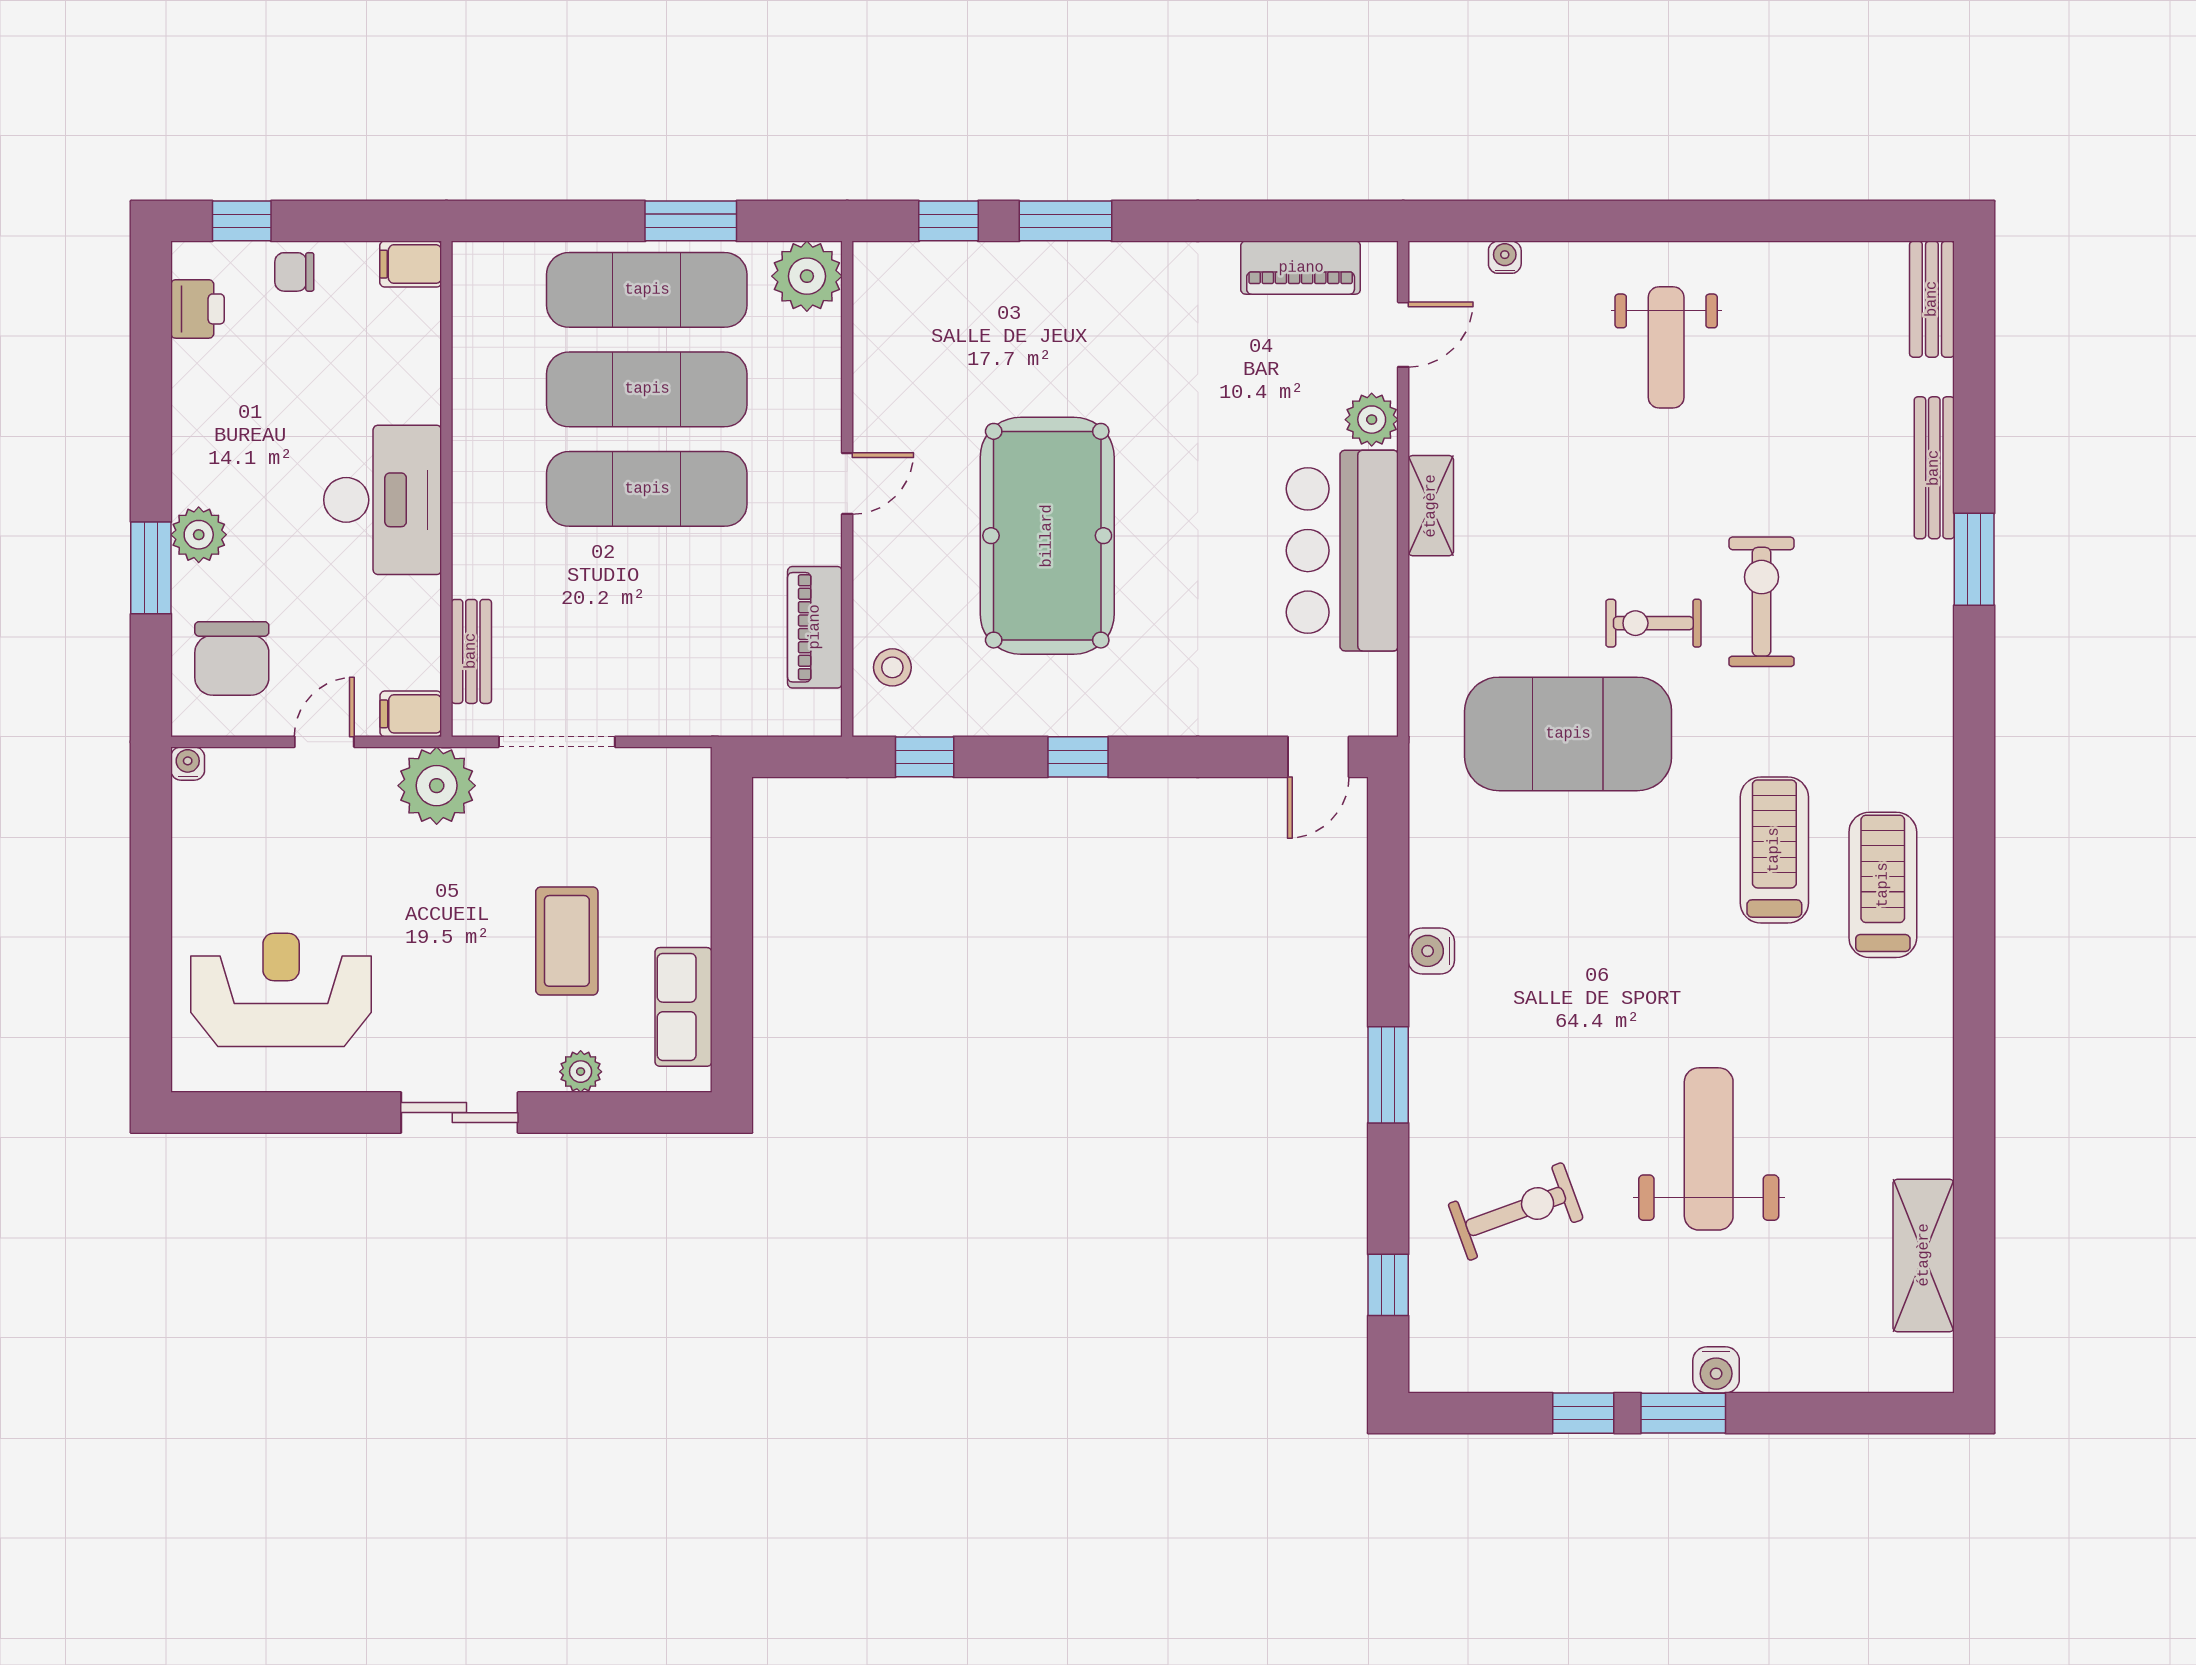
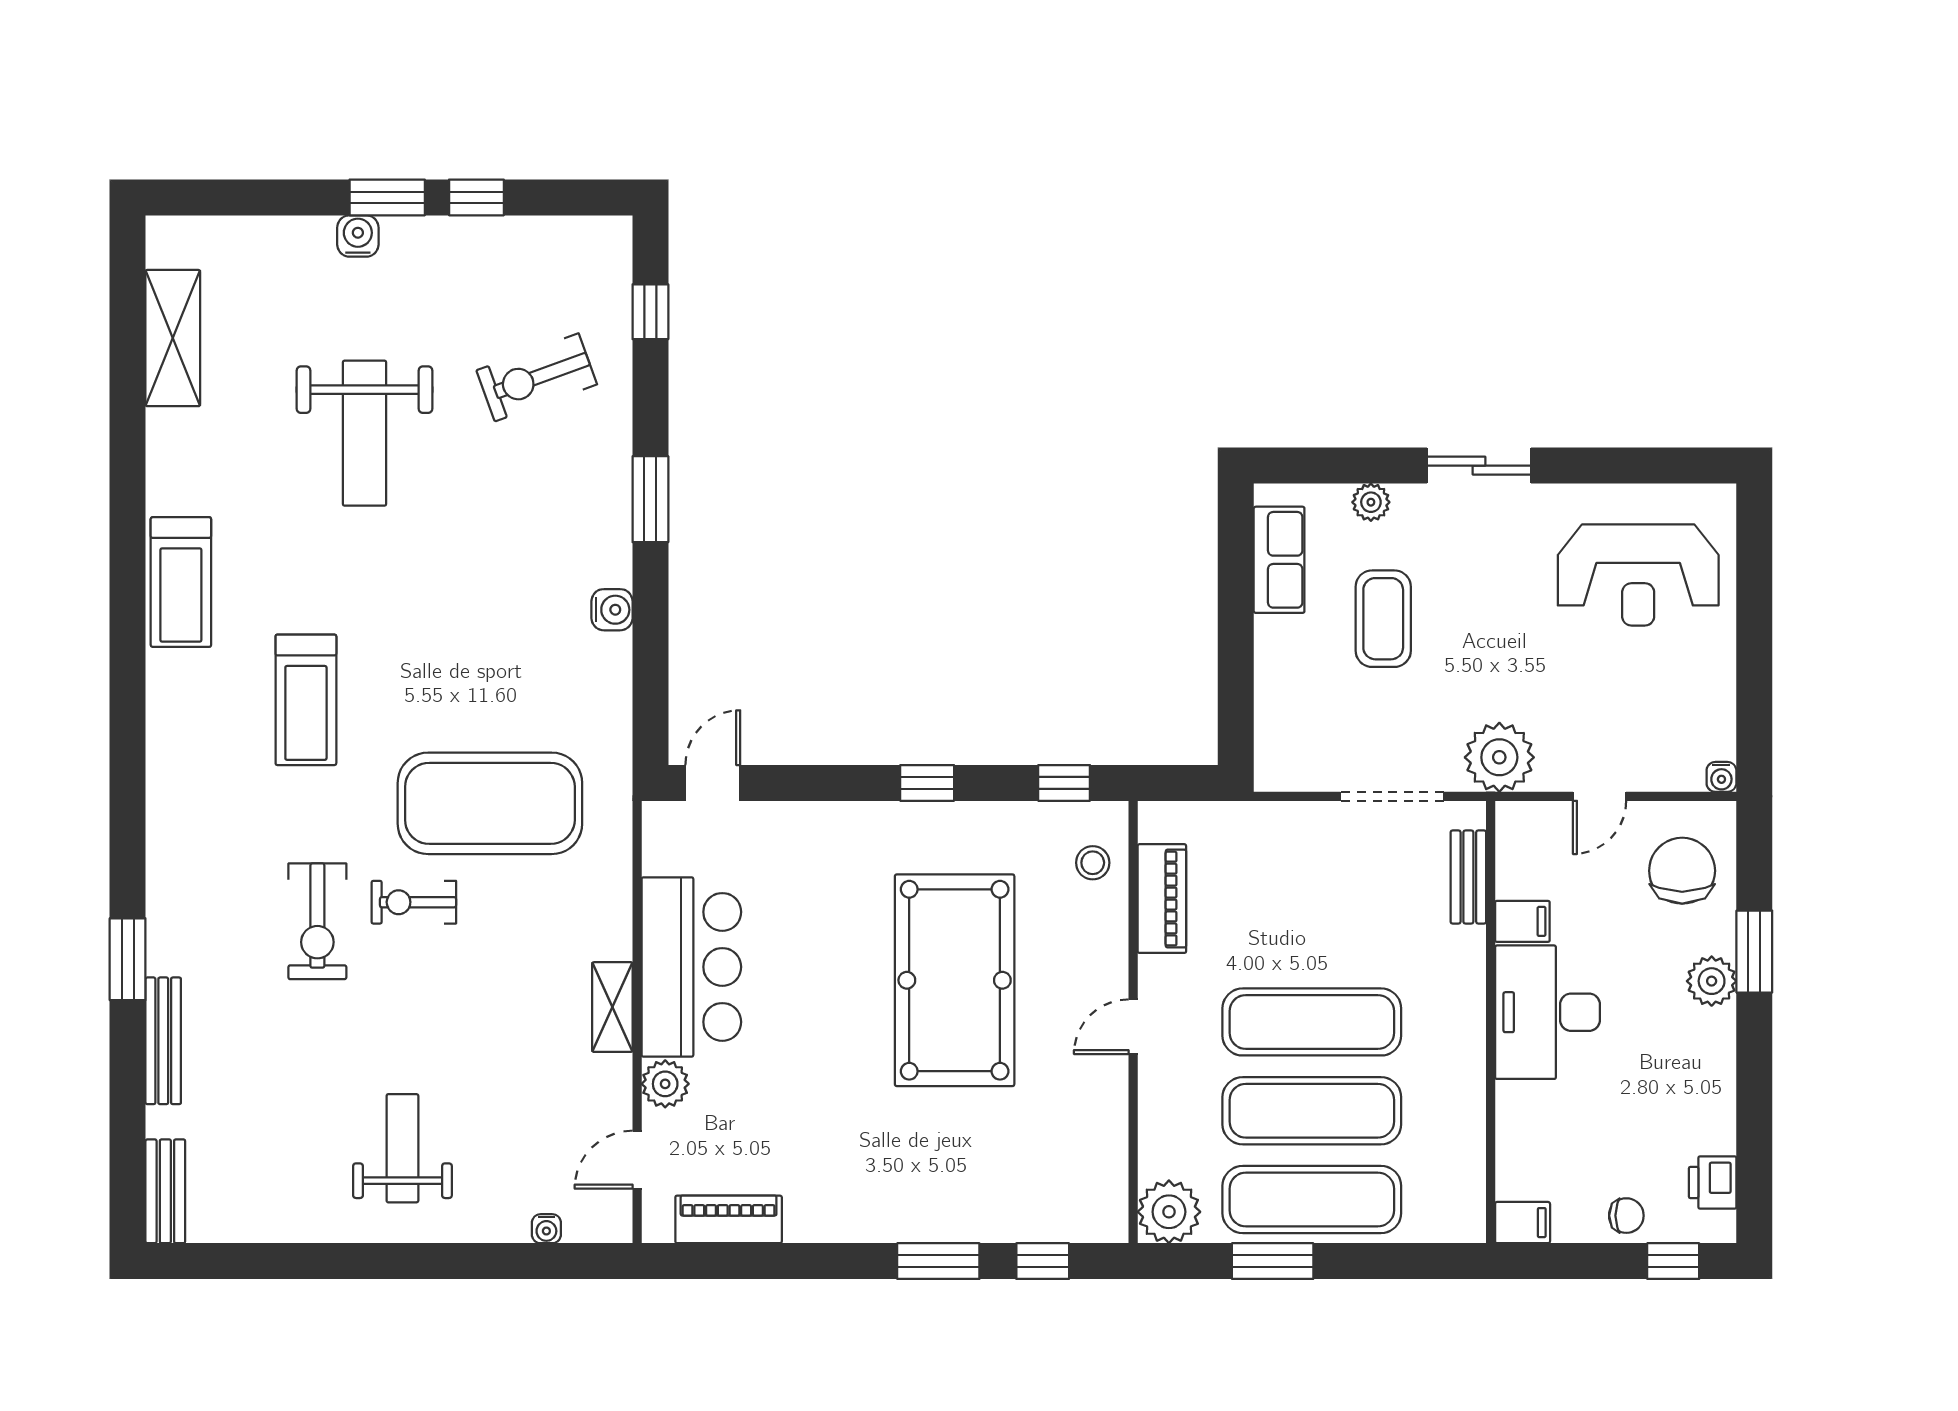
exercise bike: (1653, 623) -> (414, 902), turned 180
filing cabinet: (411, 714) -> (1522, 921), moved
treadmill: (1883, 885) -> (181, 582), moved

